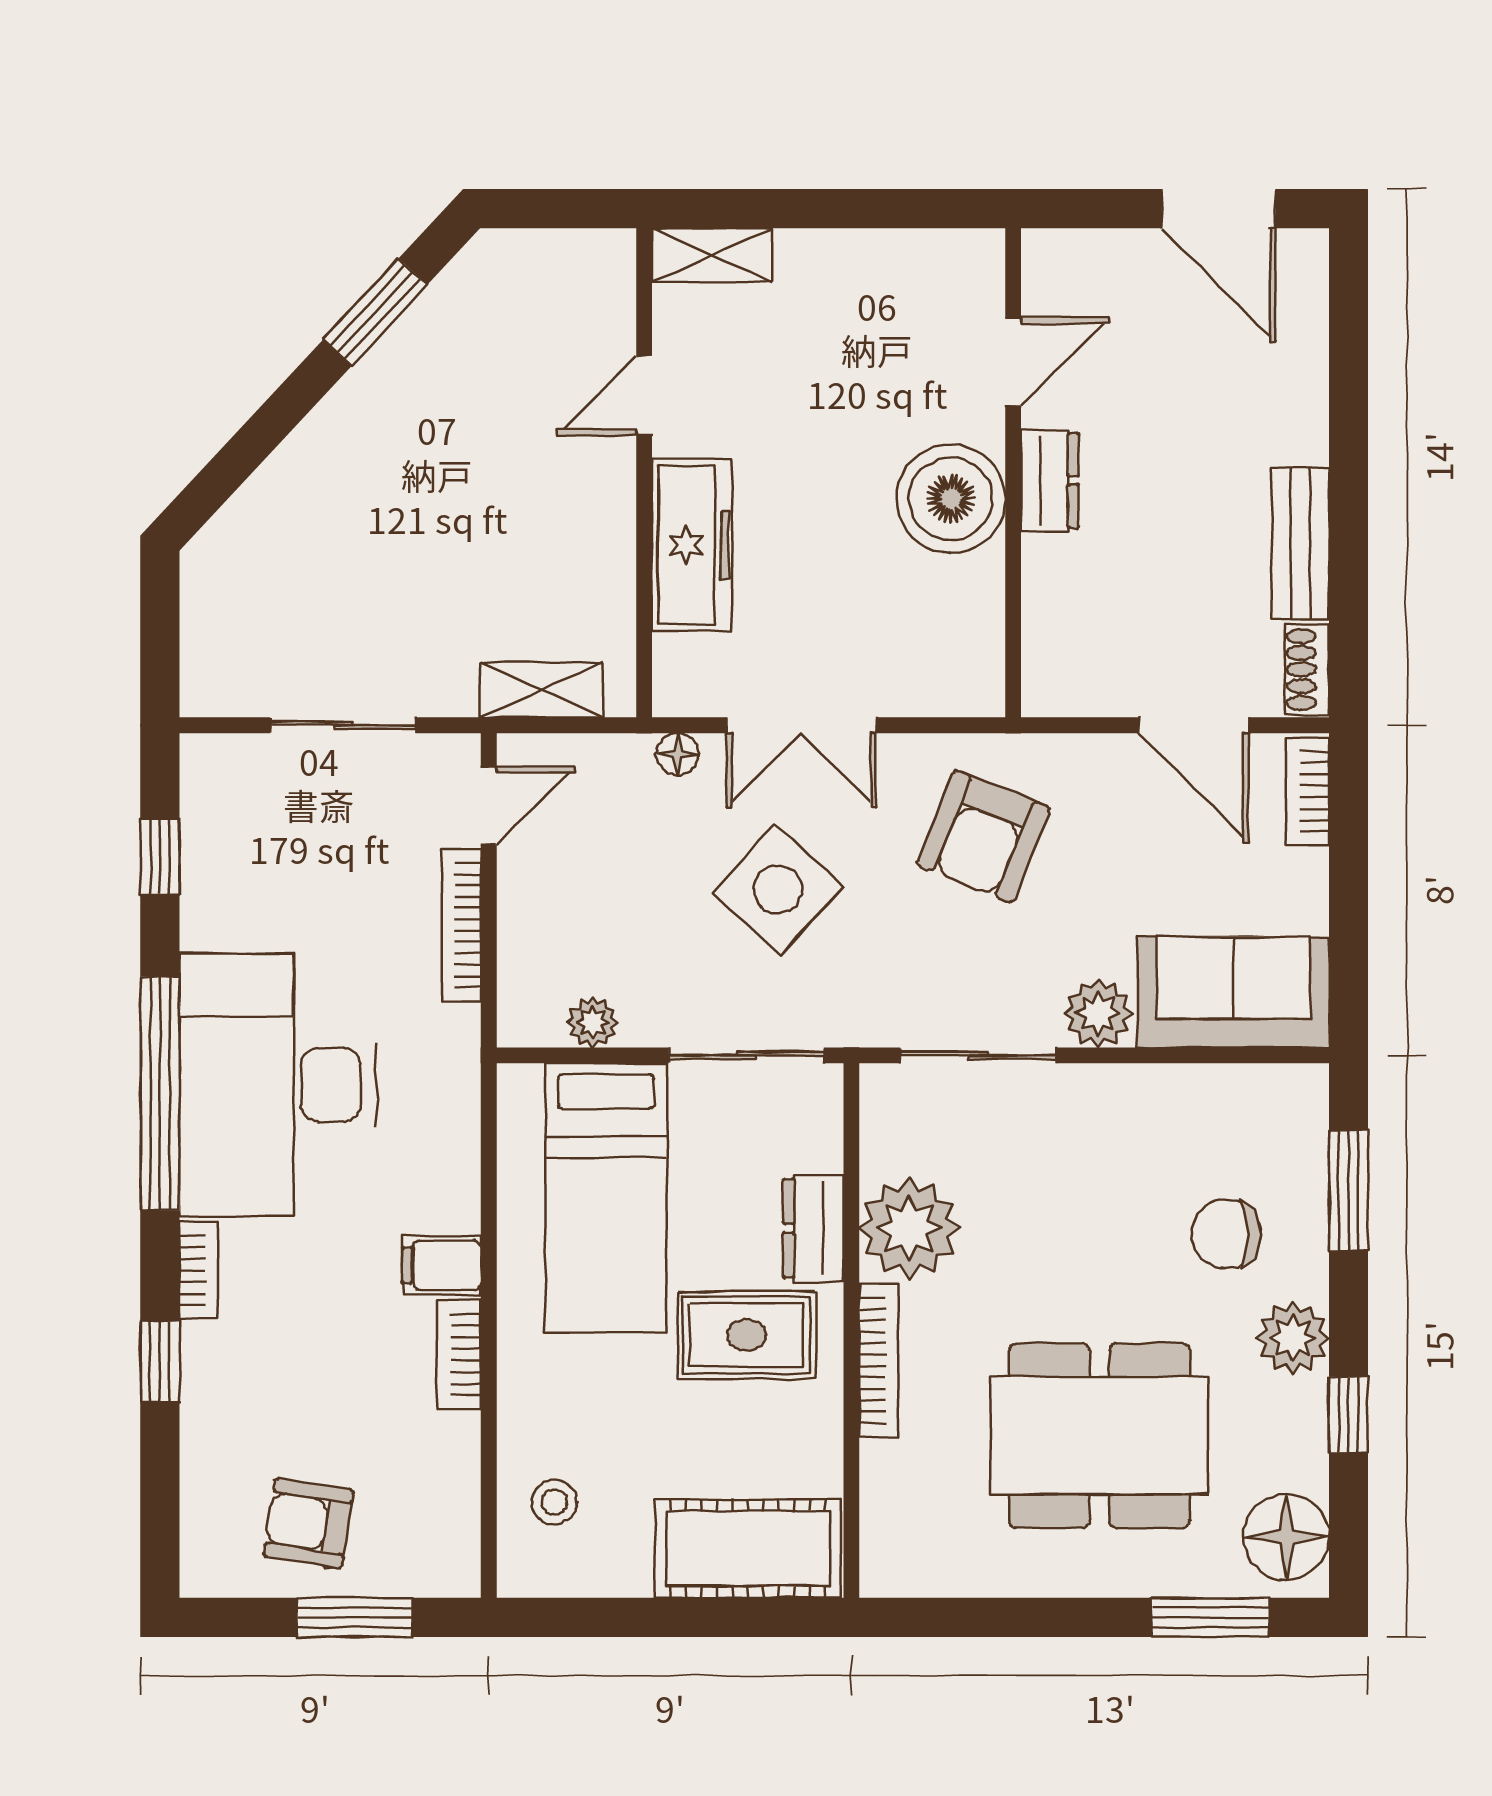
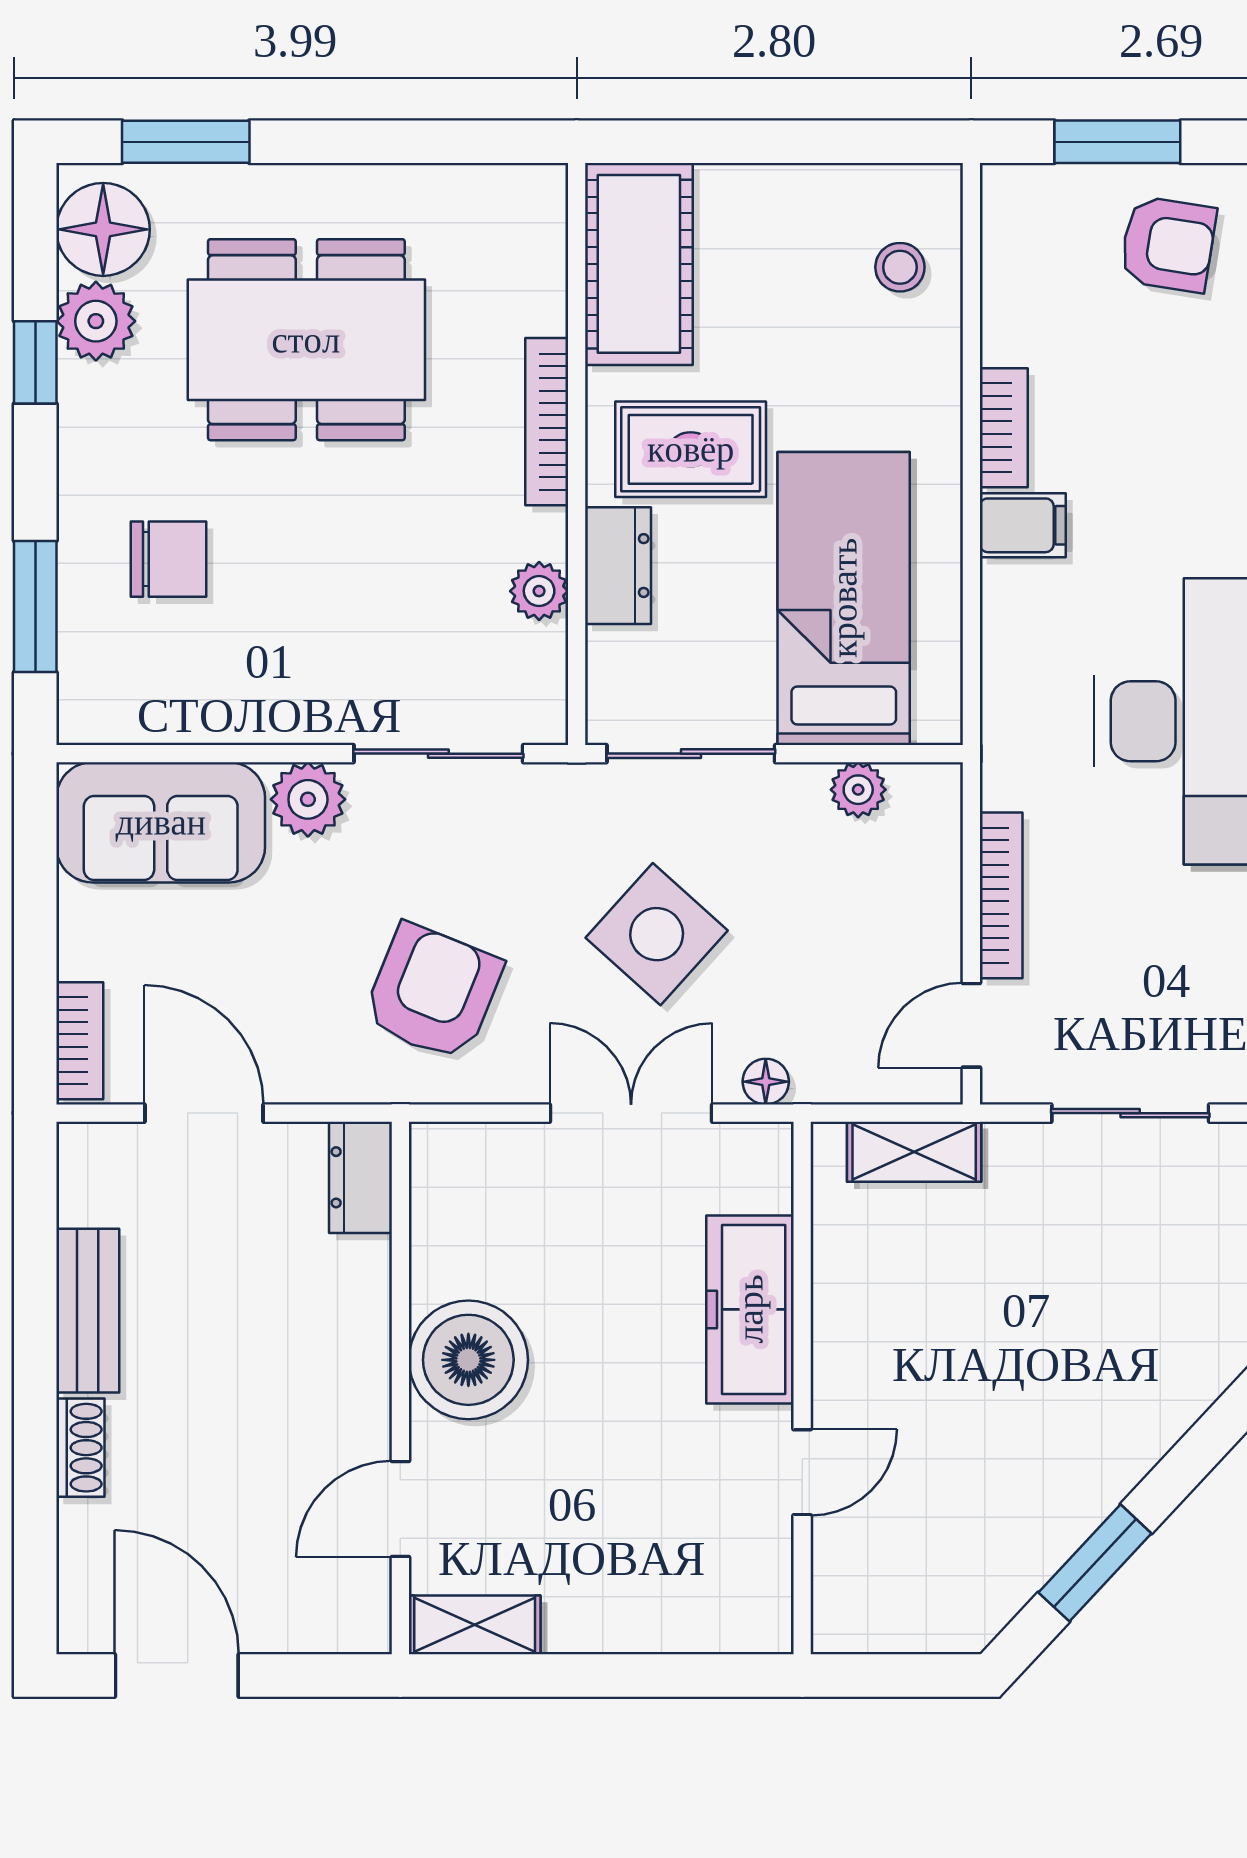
shelving: (712, 255) -> (475, 1625), moved
dresser: (1050, 480) -> (361, 1177), moved
shoe rack: (1307, 670) -> (80, 1448), moved
plant: (909, 1228) -> (539, 591), width x0.53, depth x0.53
plant: (1293, 1338) -> (96, 321), moved
cot: (748, 1549) -> (639, 264), moved, turned 90

